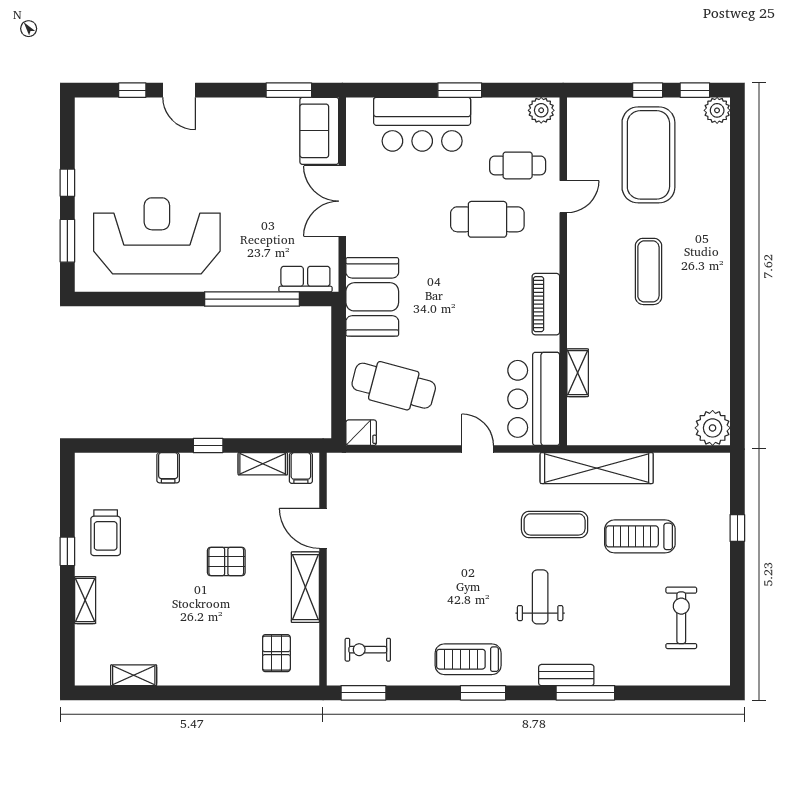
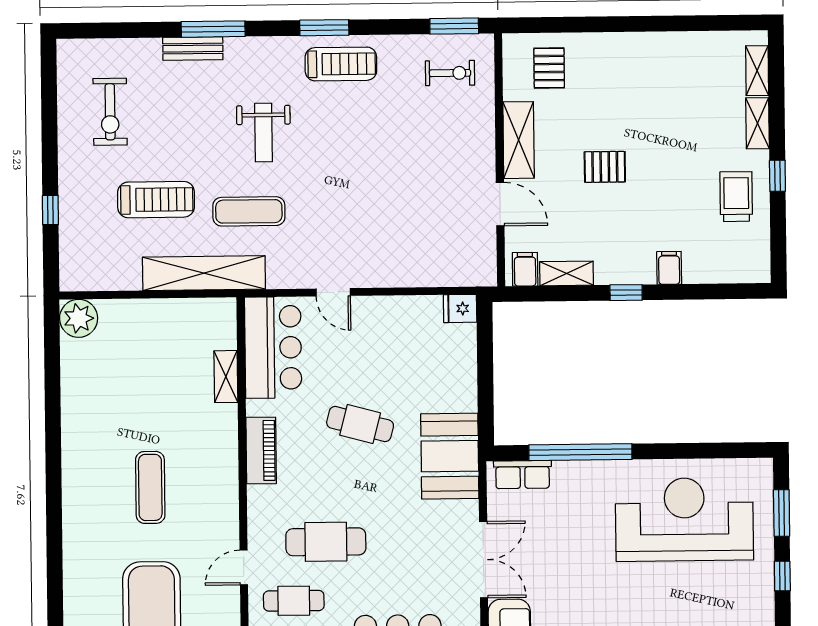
reception desk: (157, 236) -> (684, 519), turned 180
cafe table: (394, 386) -> (360, 424), moved, width x0.73, depth x0.74
shelving: (134, 675) -> (757, 71), moved, turned 90
bench: (566, 675) -> (193, 49), moved

